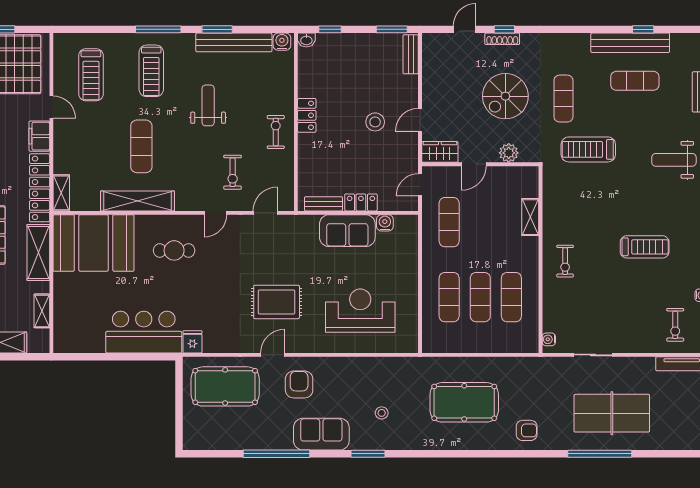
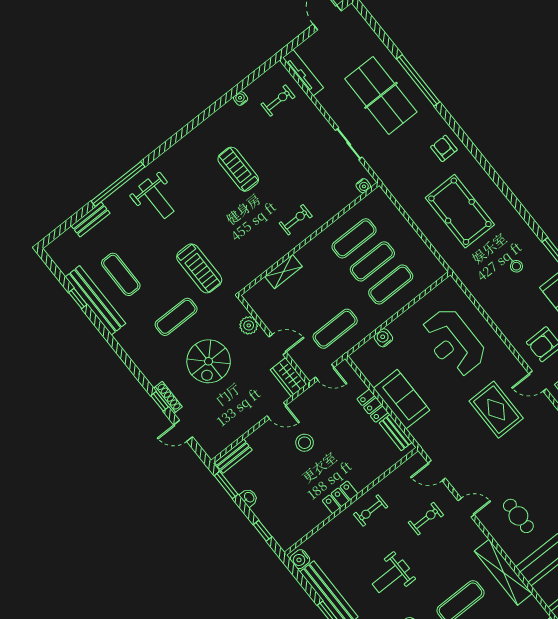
washbasin: (306, 40) -> (249, 497), moved
spiral stairs: (505, 96) -> (209, 361), turned 90
water cooler: (385, 223) -> (383, 338), moved, turned 90

